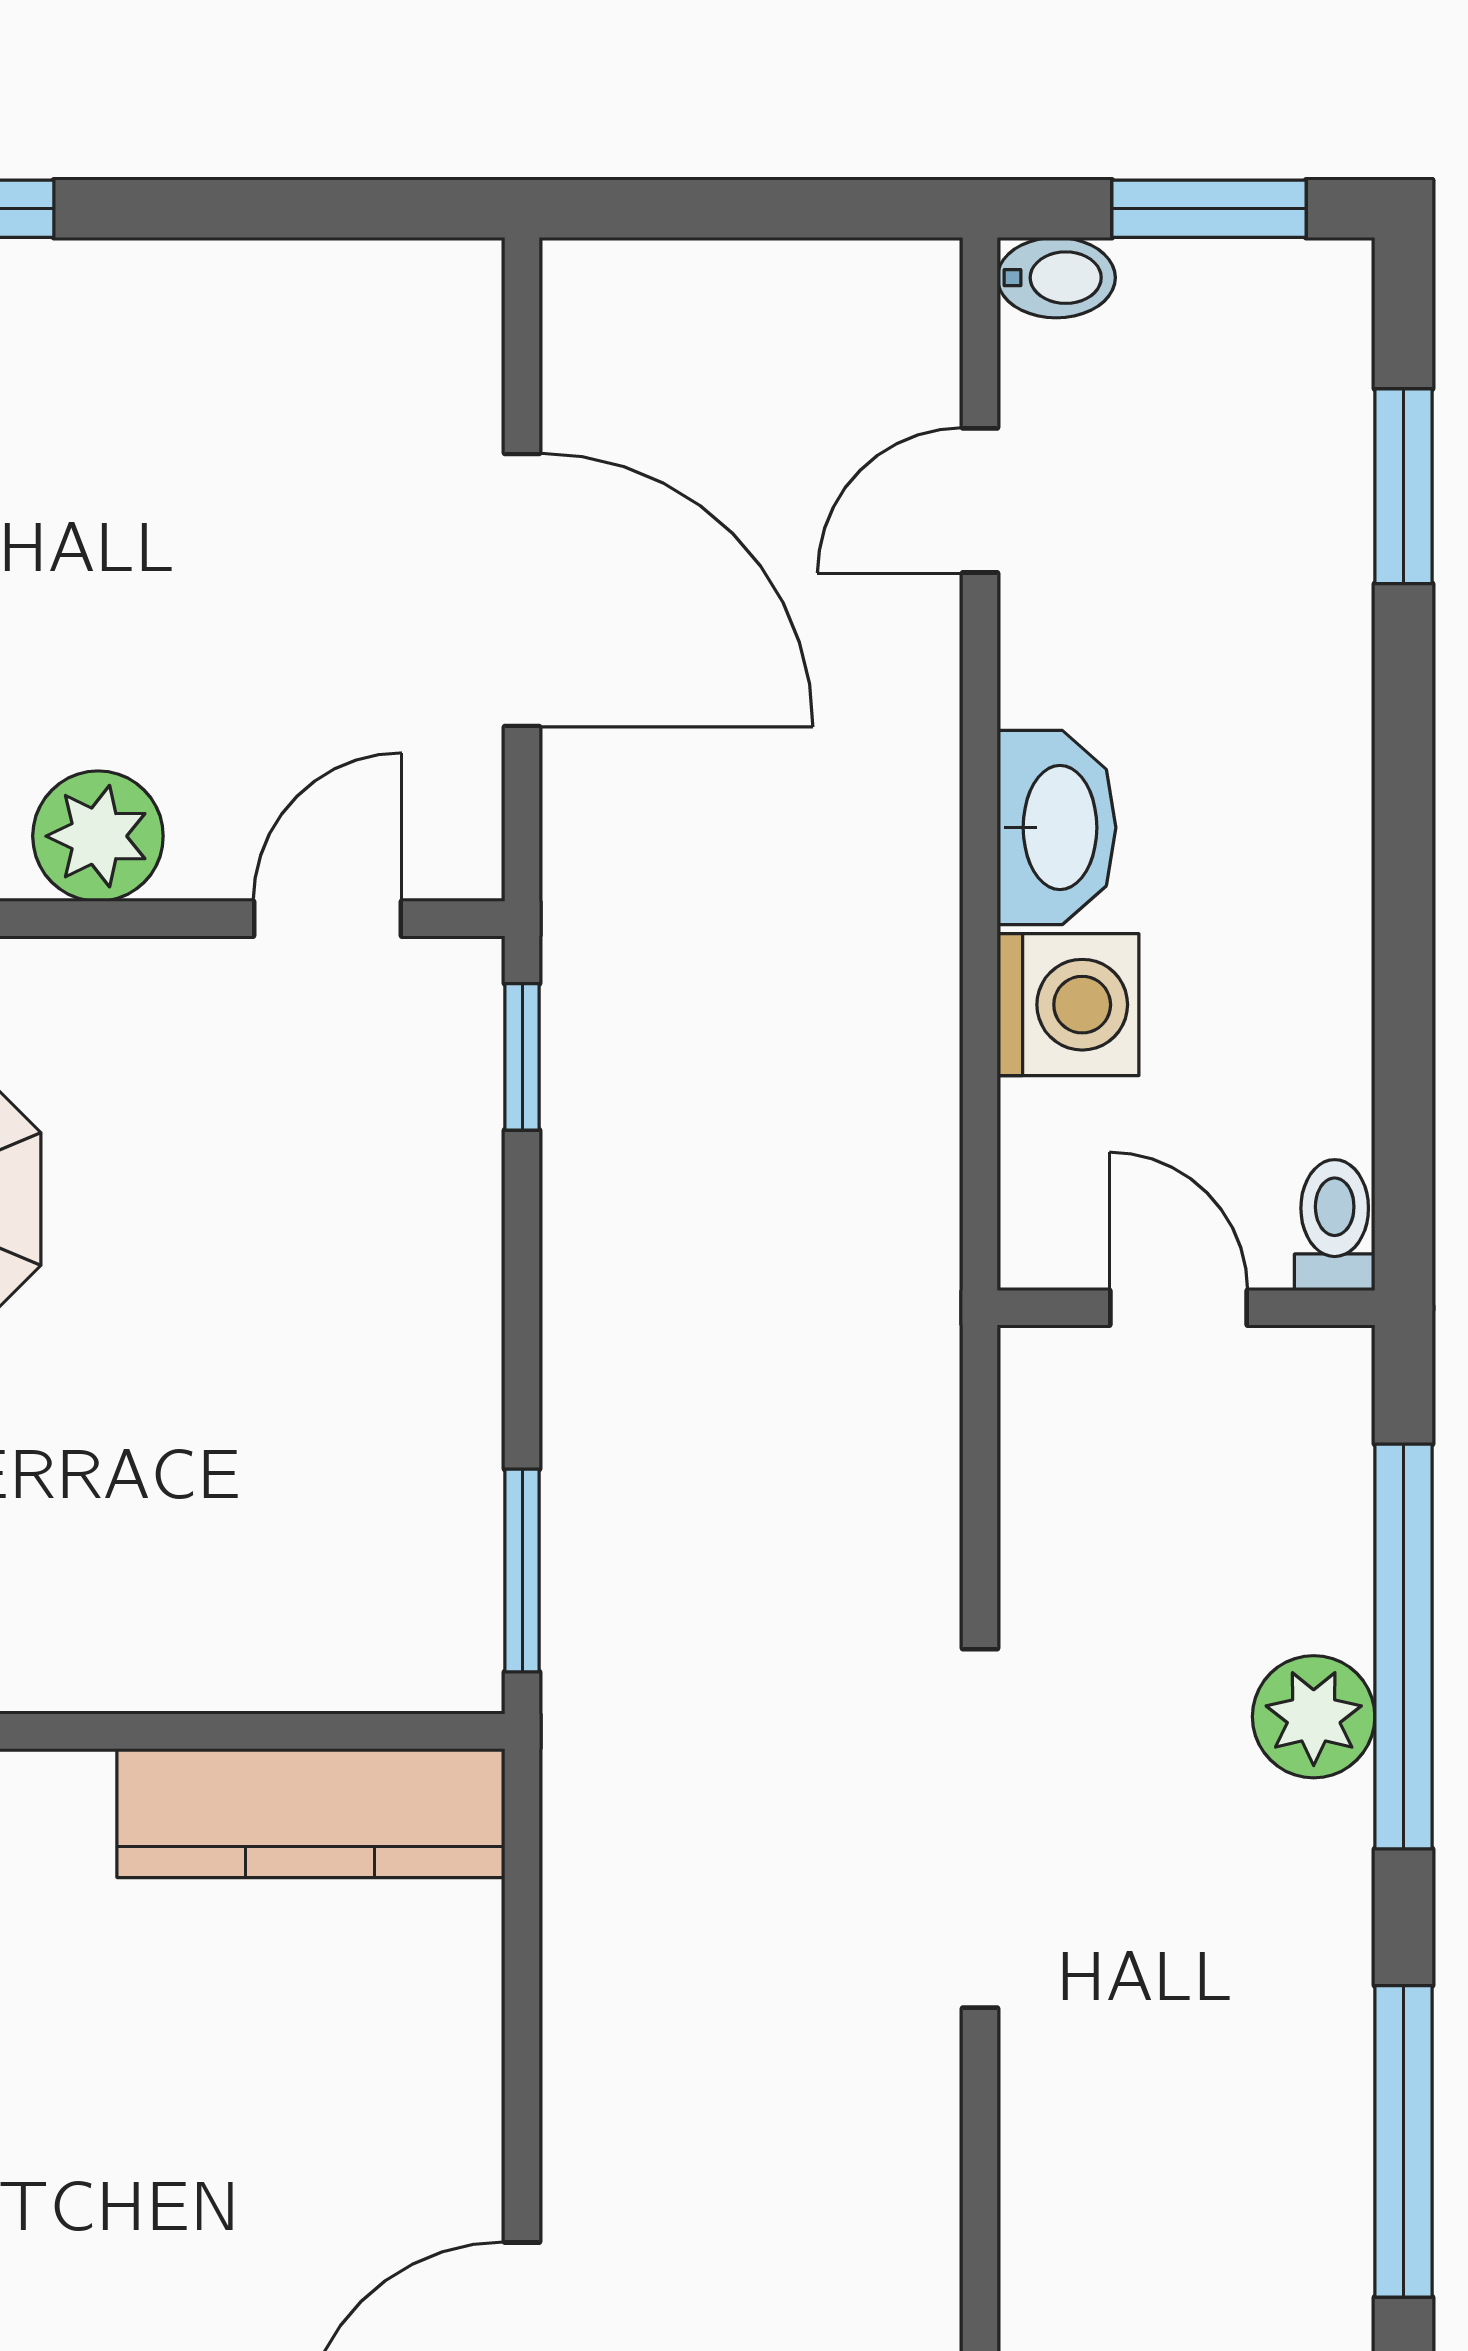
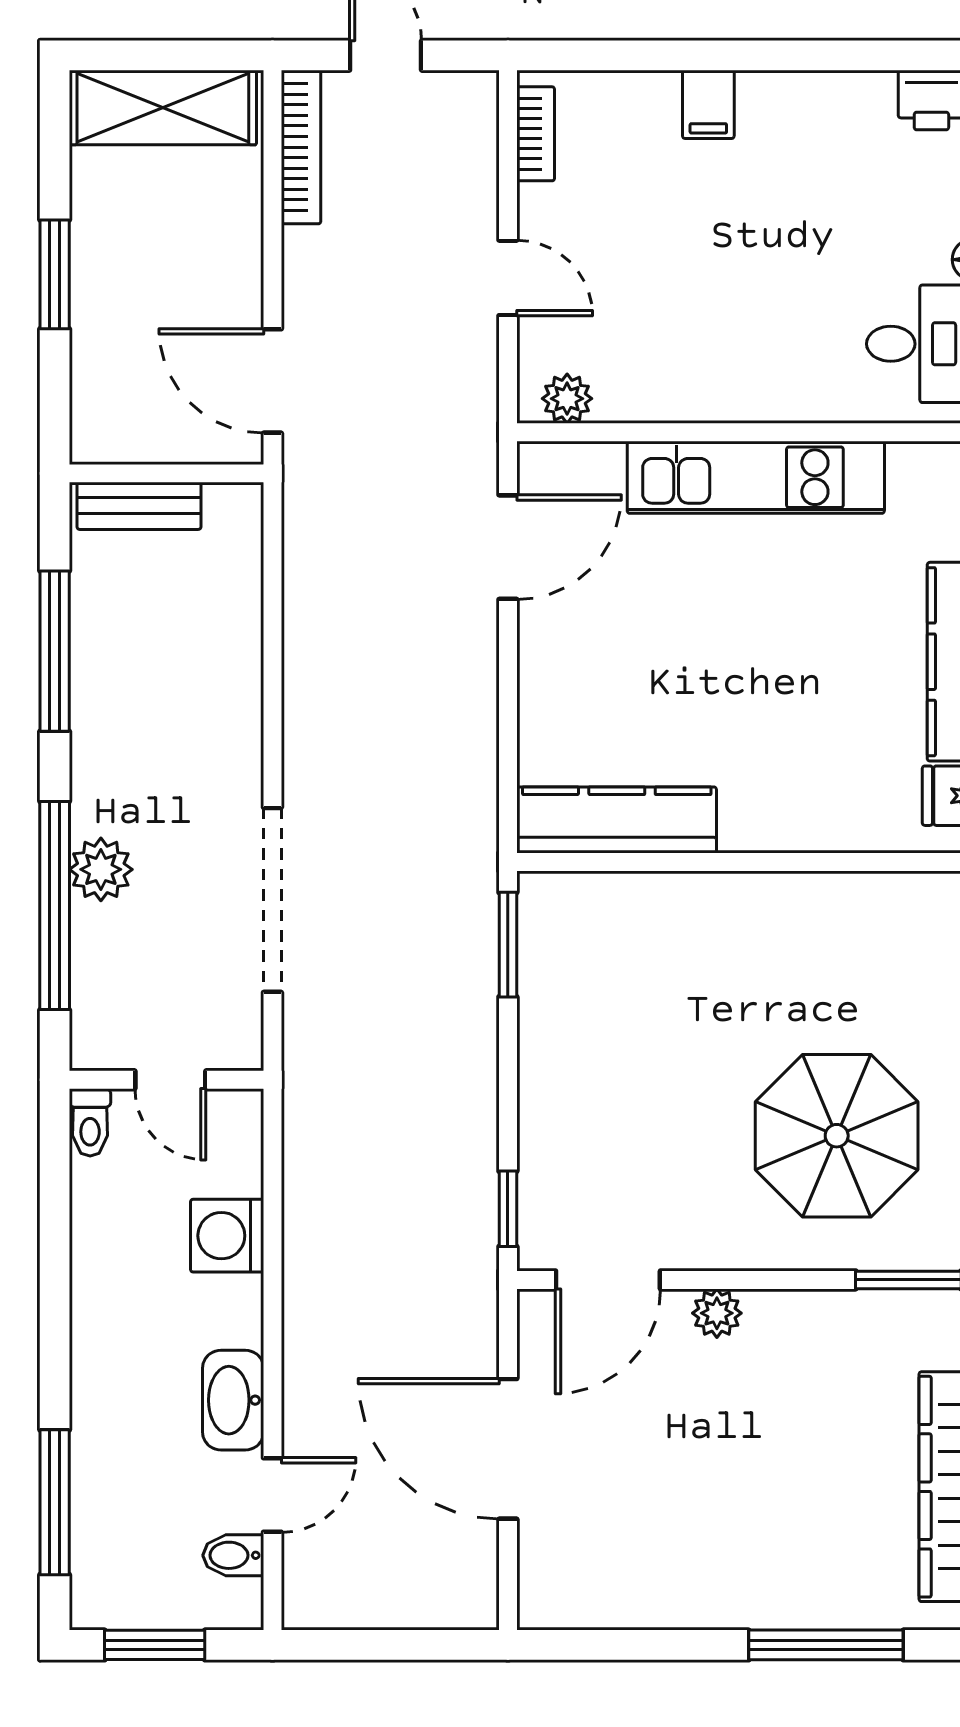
bidet: (1056, 278) -> (233, 1555), moved
window: (1404, 486) -> (55, 1502), width x1.44
washbasin: (1056, 828) -> (233, 1400), moved
plant: (98, 836) -> (717, 1313), width x0.73, depth x0.73
door: (328, 919) -> (608, 1280), width x1.38
doorway: (980, 1828) -> (272, 900), moved

